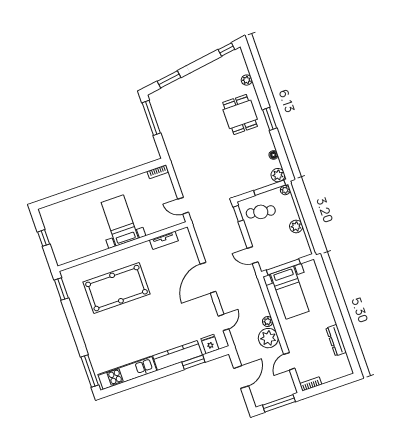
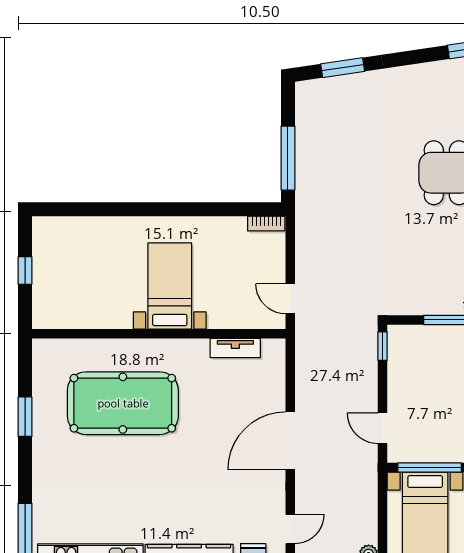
window: (151, 118) -> (288, 158), moved
cafe table: (261, 212) -> (423, 357), removed
window: (61, 289) -> (25, 417), moved

